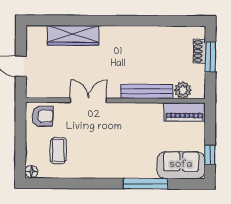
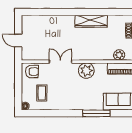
wardrobe: (73, 35) -> (91, 21), moved
bench: (147, 91) -> (97, 56), removed
plant: (130, 115) -> (86, 71), added

